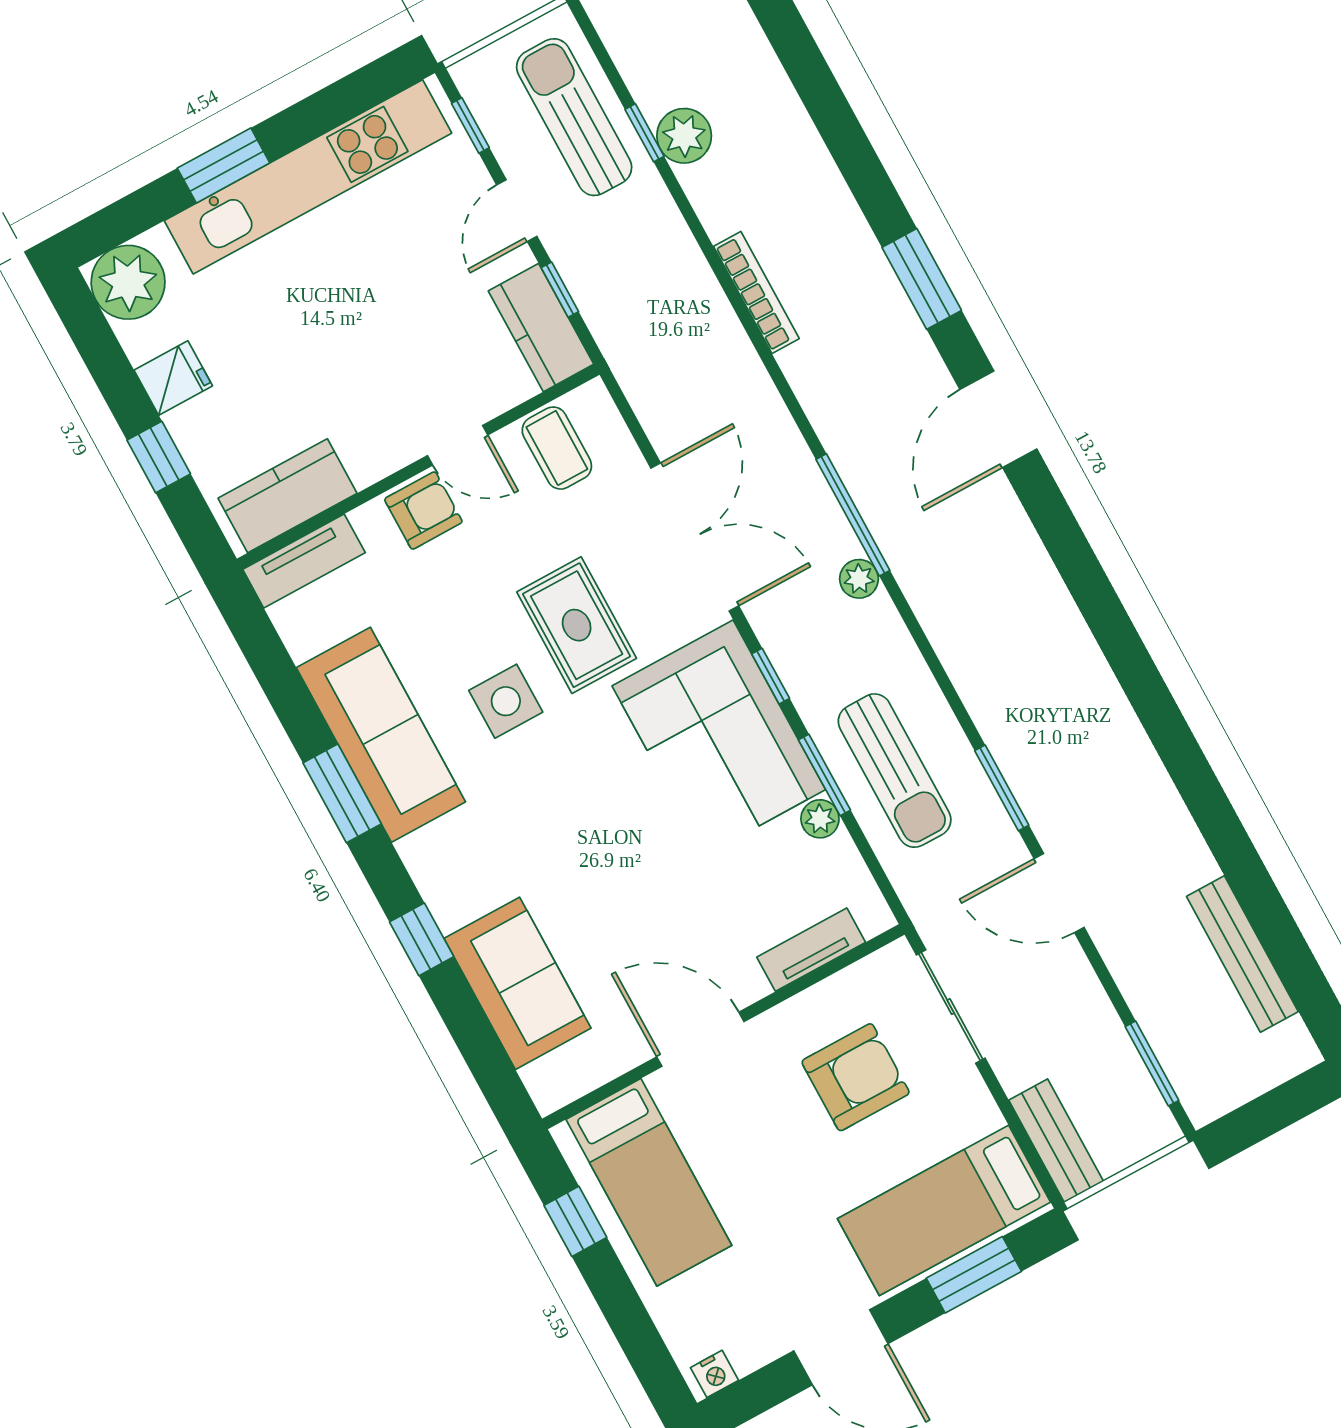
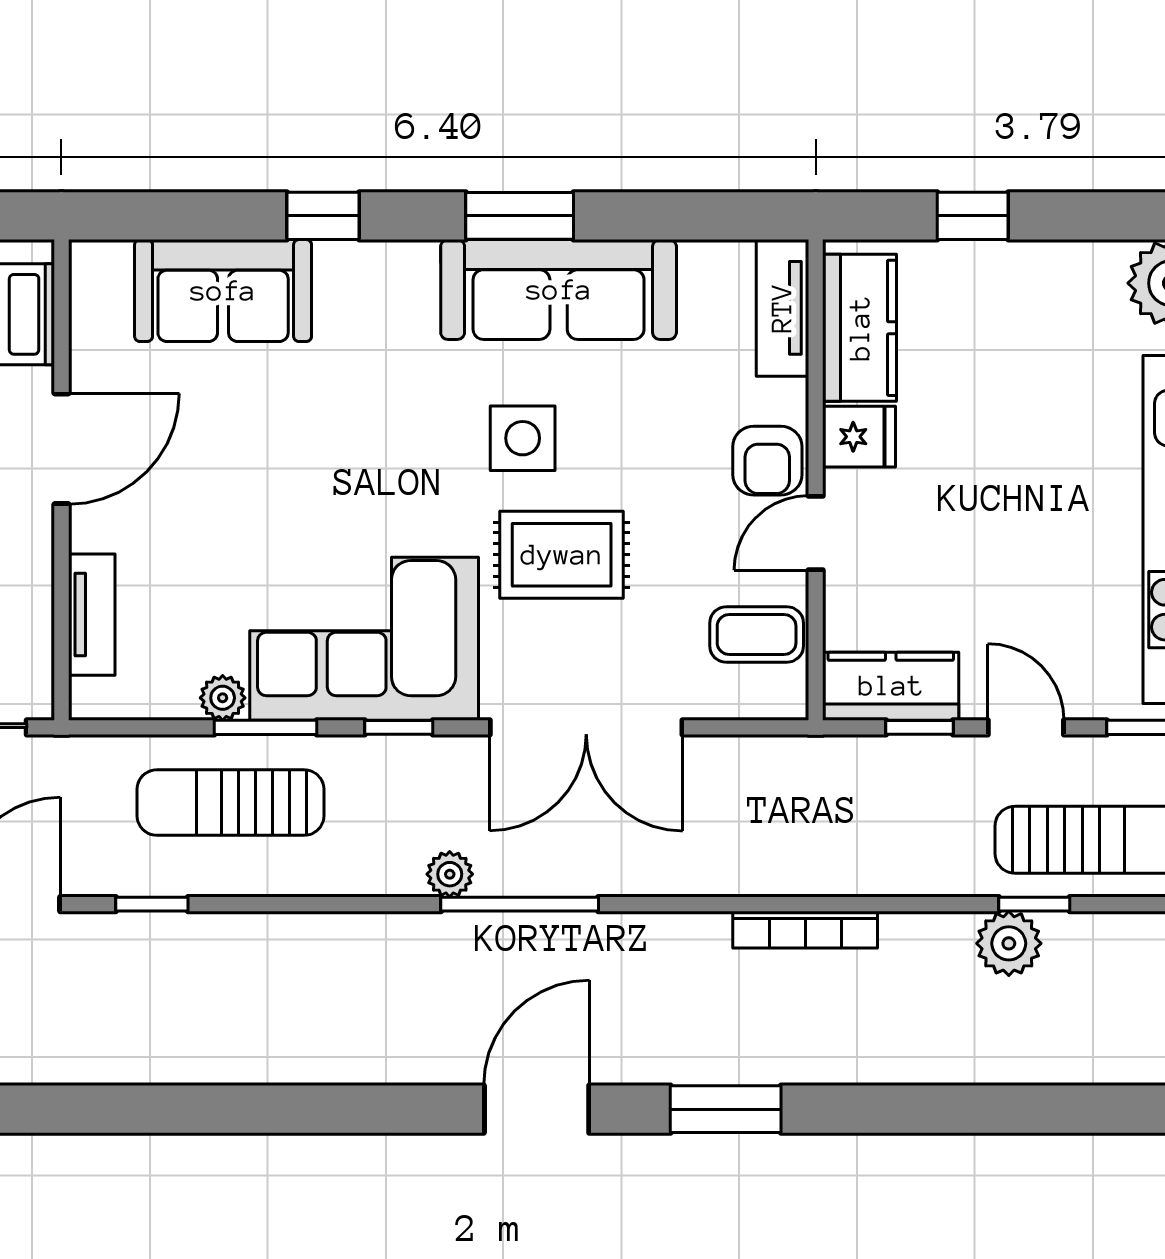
fridge: (173, 378) -> (859, 437), moved, turned -90
door: (998, 419) -> (537, 1109), hinge flipped
window: (1002, 788) -> (152, 904), width x0.67

